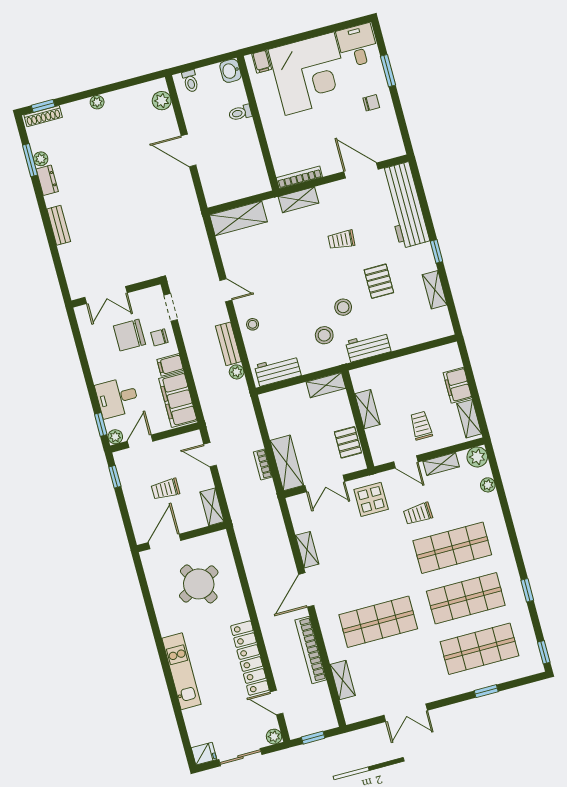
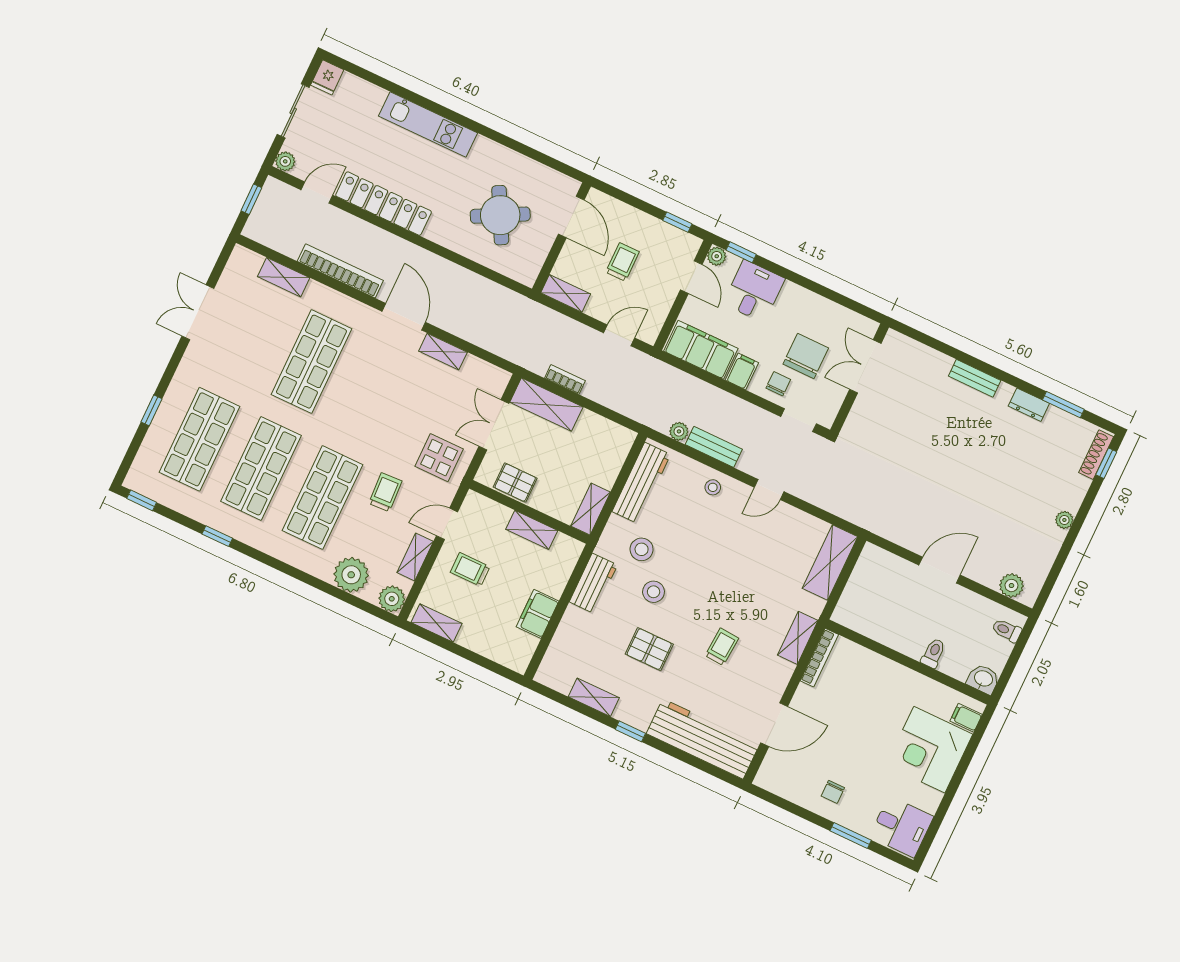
corner desk: (310, 74) -> (929, 750), width x0.74, depth x0.74
plant: (41, 159) -> (1056, 416), removed
workbench: (278, 370) -> (641, 483), width x1.38
filing cabinet: (457, 385) -> (538, 614), moved, turned -90
trolley: (421, 426) -> (470, 569), turned 180
plant: (488, 485) -> (351, 575), width x1.87, depth x1.87

